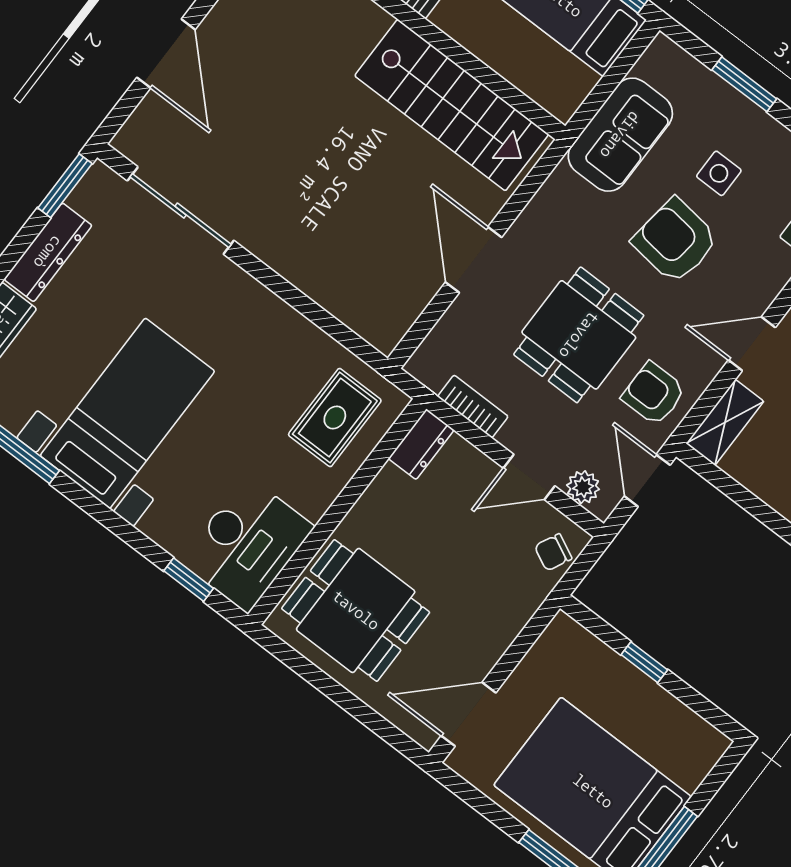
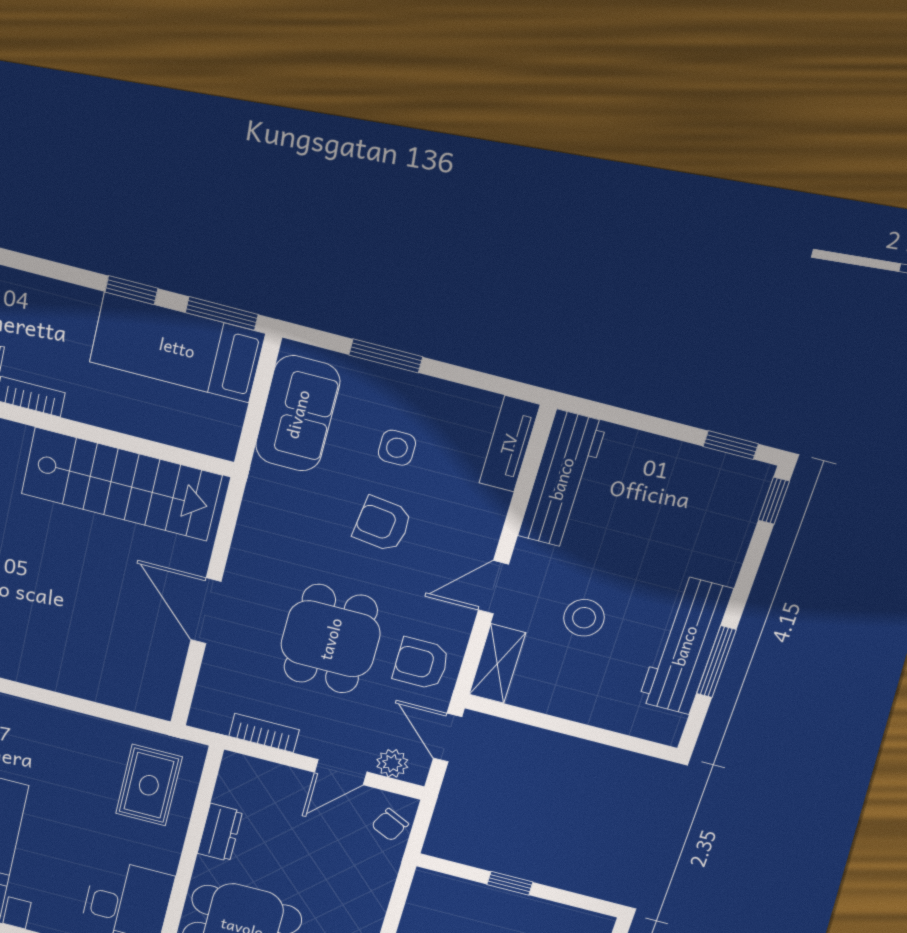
sofa: (620, 135) -> (298, 414), moved
armchair: (675, 241) -> (382, 524), width x0.72, depth x0.72
dresser: (421, 444) -> (220, 833), moved

